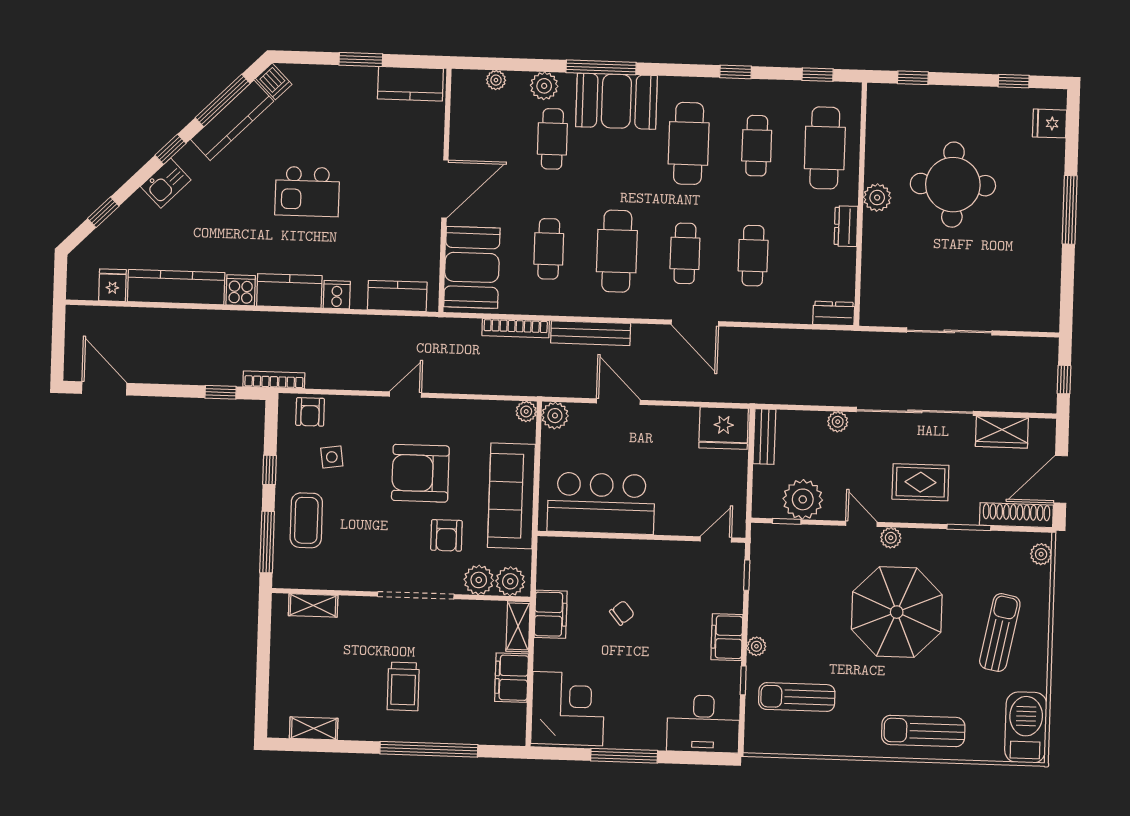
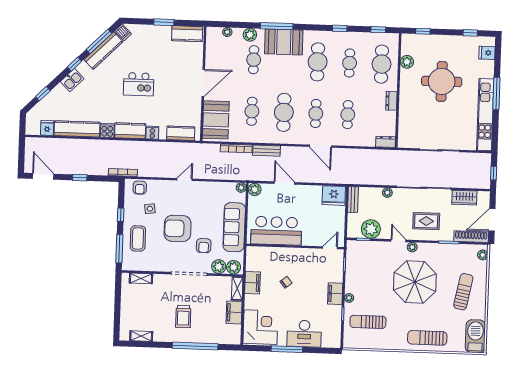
plant: (877, 198) -> (407, 62), moved
kitchen unit: (1046, 255) -> (485, 115), added
bench: (591, 333) -> (267, 151), width x0.73
window: (221, 392) -> (80, 178), moved
armchair: (420, 473) -> (178, 228), moved
desk: (703, 724) -> (304, 334), moved

